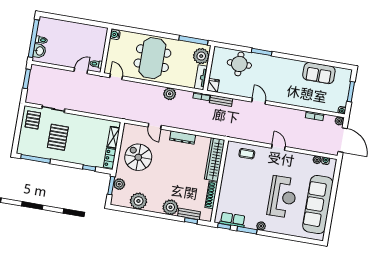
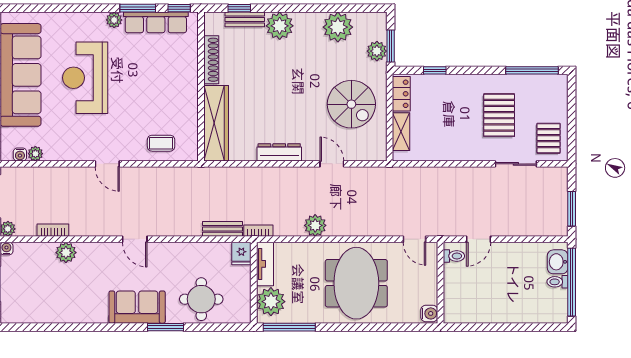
sofa: (319, 73) -> (137, 307), moved
door: (259, 101) -> (135, 239), moved
plant: (310, 102) -> (66, 253), added
row of seats: (233, 220) -> (156, 22), width x1.48

